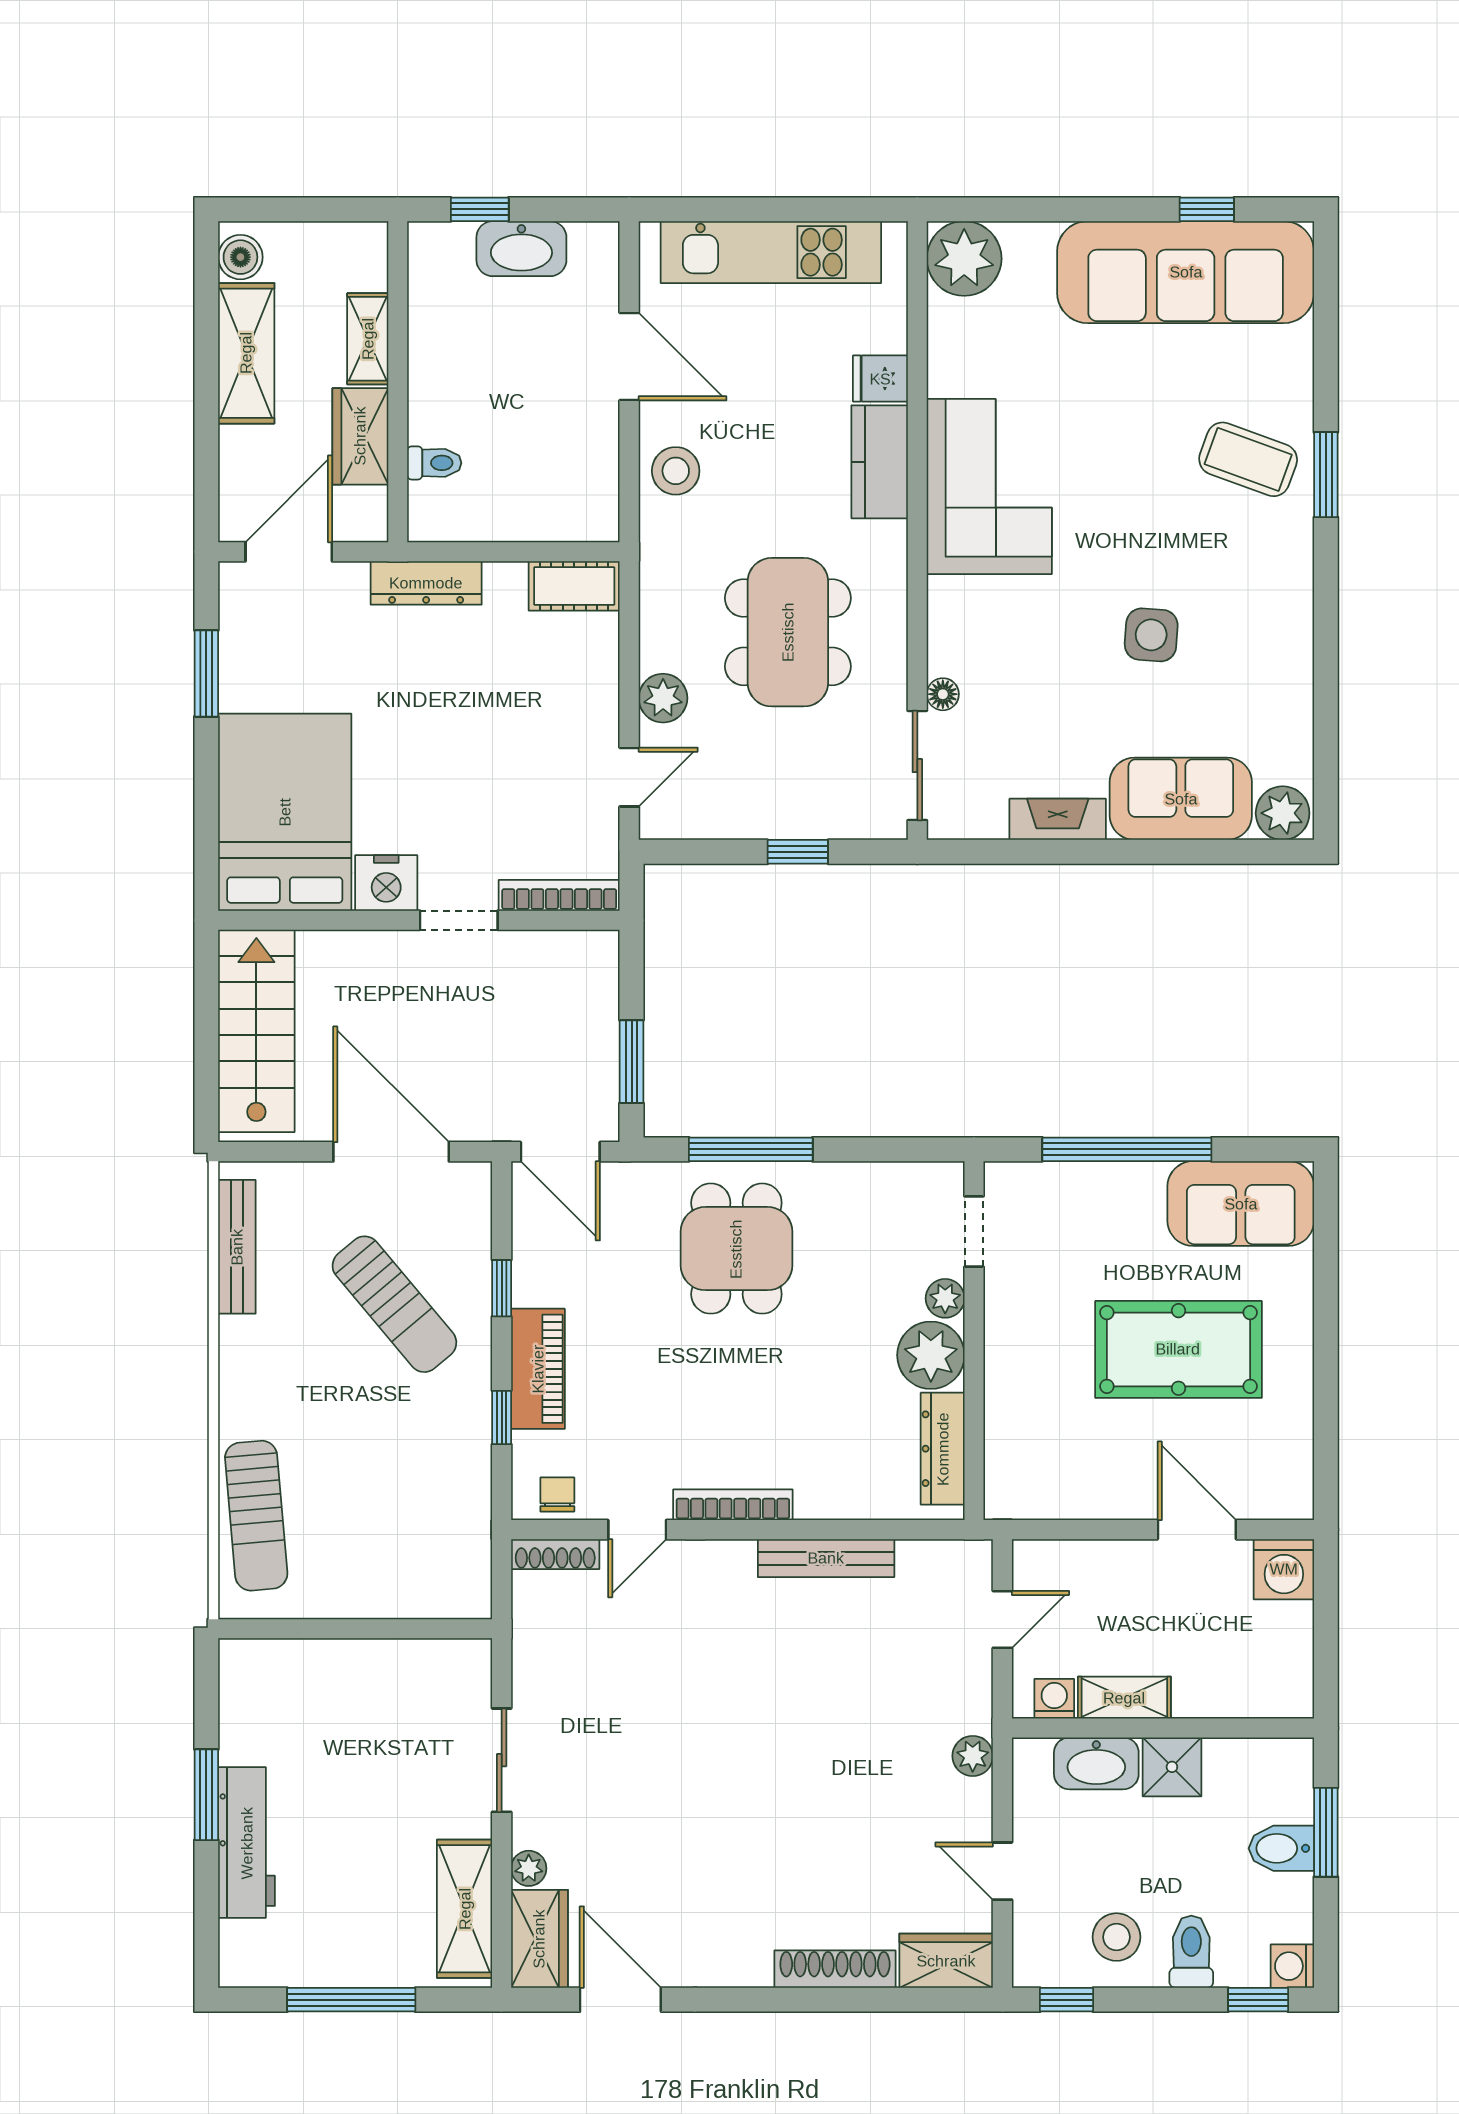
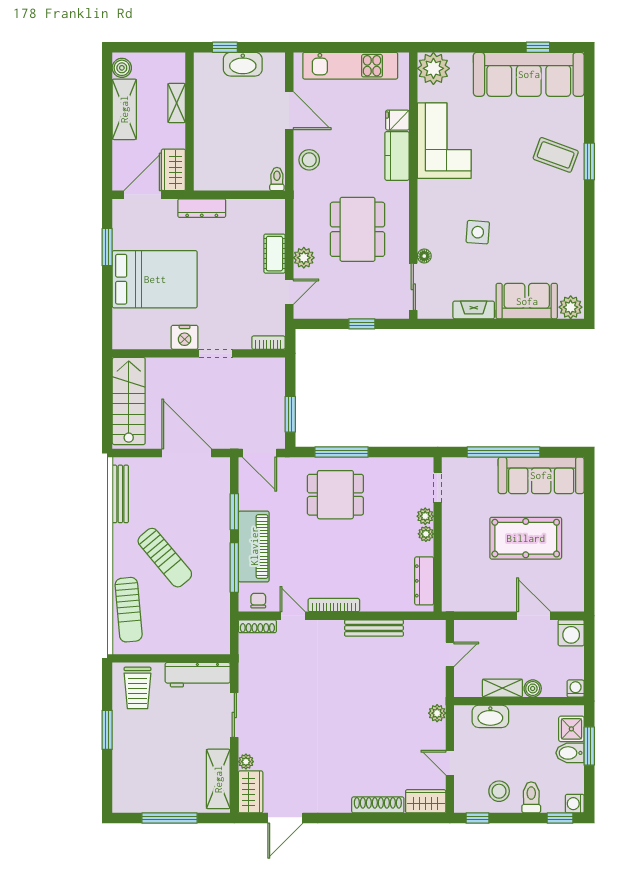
wardrobe: (360, 436) -> (173, 170), moved
toilet: (434, 463) -> (277, 179), moved, turned -90
corner sofa: (989, 487) -> (444, 141), moved
cot: (574, 586) -> (274, 254), moved, turned 90
side table: (1151, 635) -> (478, 232), moved
bed: (285, 812) -> (155, 279), moved, turned 90
bookcase: (559, 895) -> (268, 343), width x0.64
sofa: (1241, 1204) -> (541, 475), width x1.36
dining table: (736, 1249) -> (335, 495), turned 90
window: (502, 1288) -> (234, 512), width x1.50
sun lounger: (394, 1304) -> (165, 558), moved
plant: (931, 1355) -> (426, 534), width x0.53, depth x0.53
piano: (538, 1369) -> (254, 546), width x1.37, depth x1.33
window: (502, 1417) -> (234, 567), width x2.17
door: (637, 1530) -> (293, 616), swing flipped
trolley: (277, 1697) -> (137, 688), added
washing machine: (1054, 1699) -> (576, 689), moved
boiler: (1195, 1699) -> (533, 688), added
shower: (1172, 1767) -> (571, 729), moved
workbench: (247, 1843) -> (198, 675), moved, turned 90
door: (620, 2000) -> (285, 818), swing flipped

